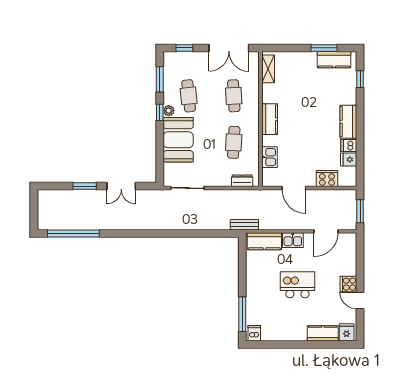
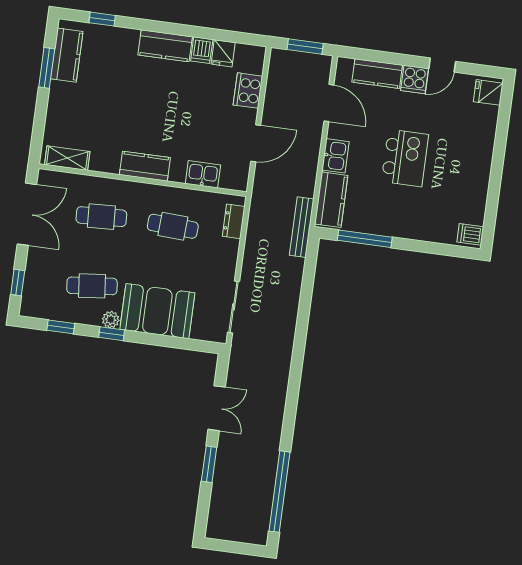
window: (160, 79) -> (61, 327), width x0.67
bench: (244, 225) -> (302, 227), width x1.36
kitchen island: (297, 285) -> (405, 158), turned 180
window: (242, 314) -> (365, 239), moved
kitchen counter: (323, 333) -> (377, 74), moved, turned -90

